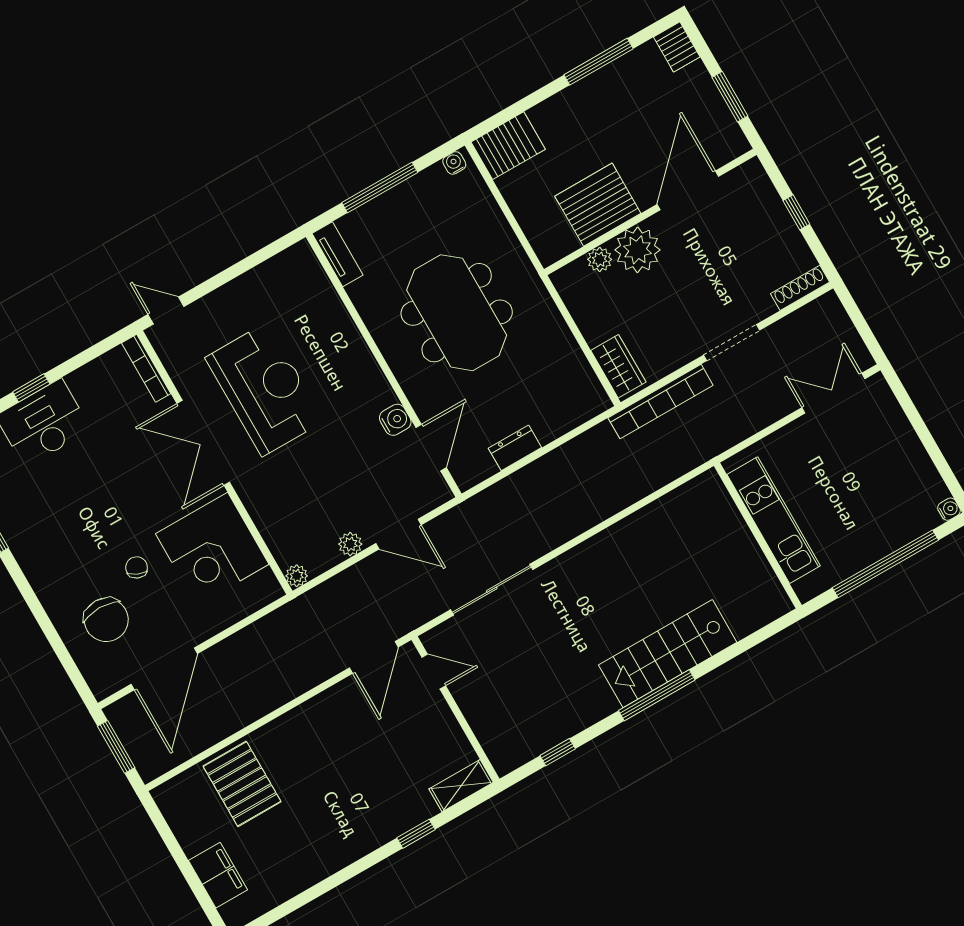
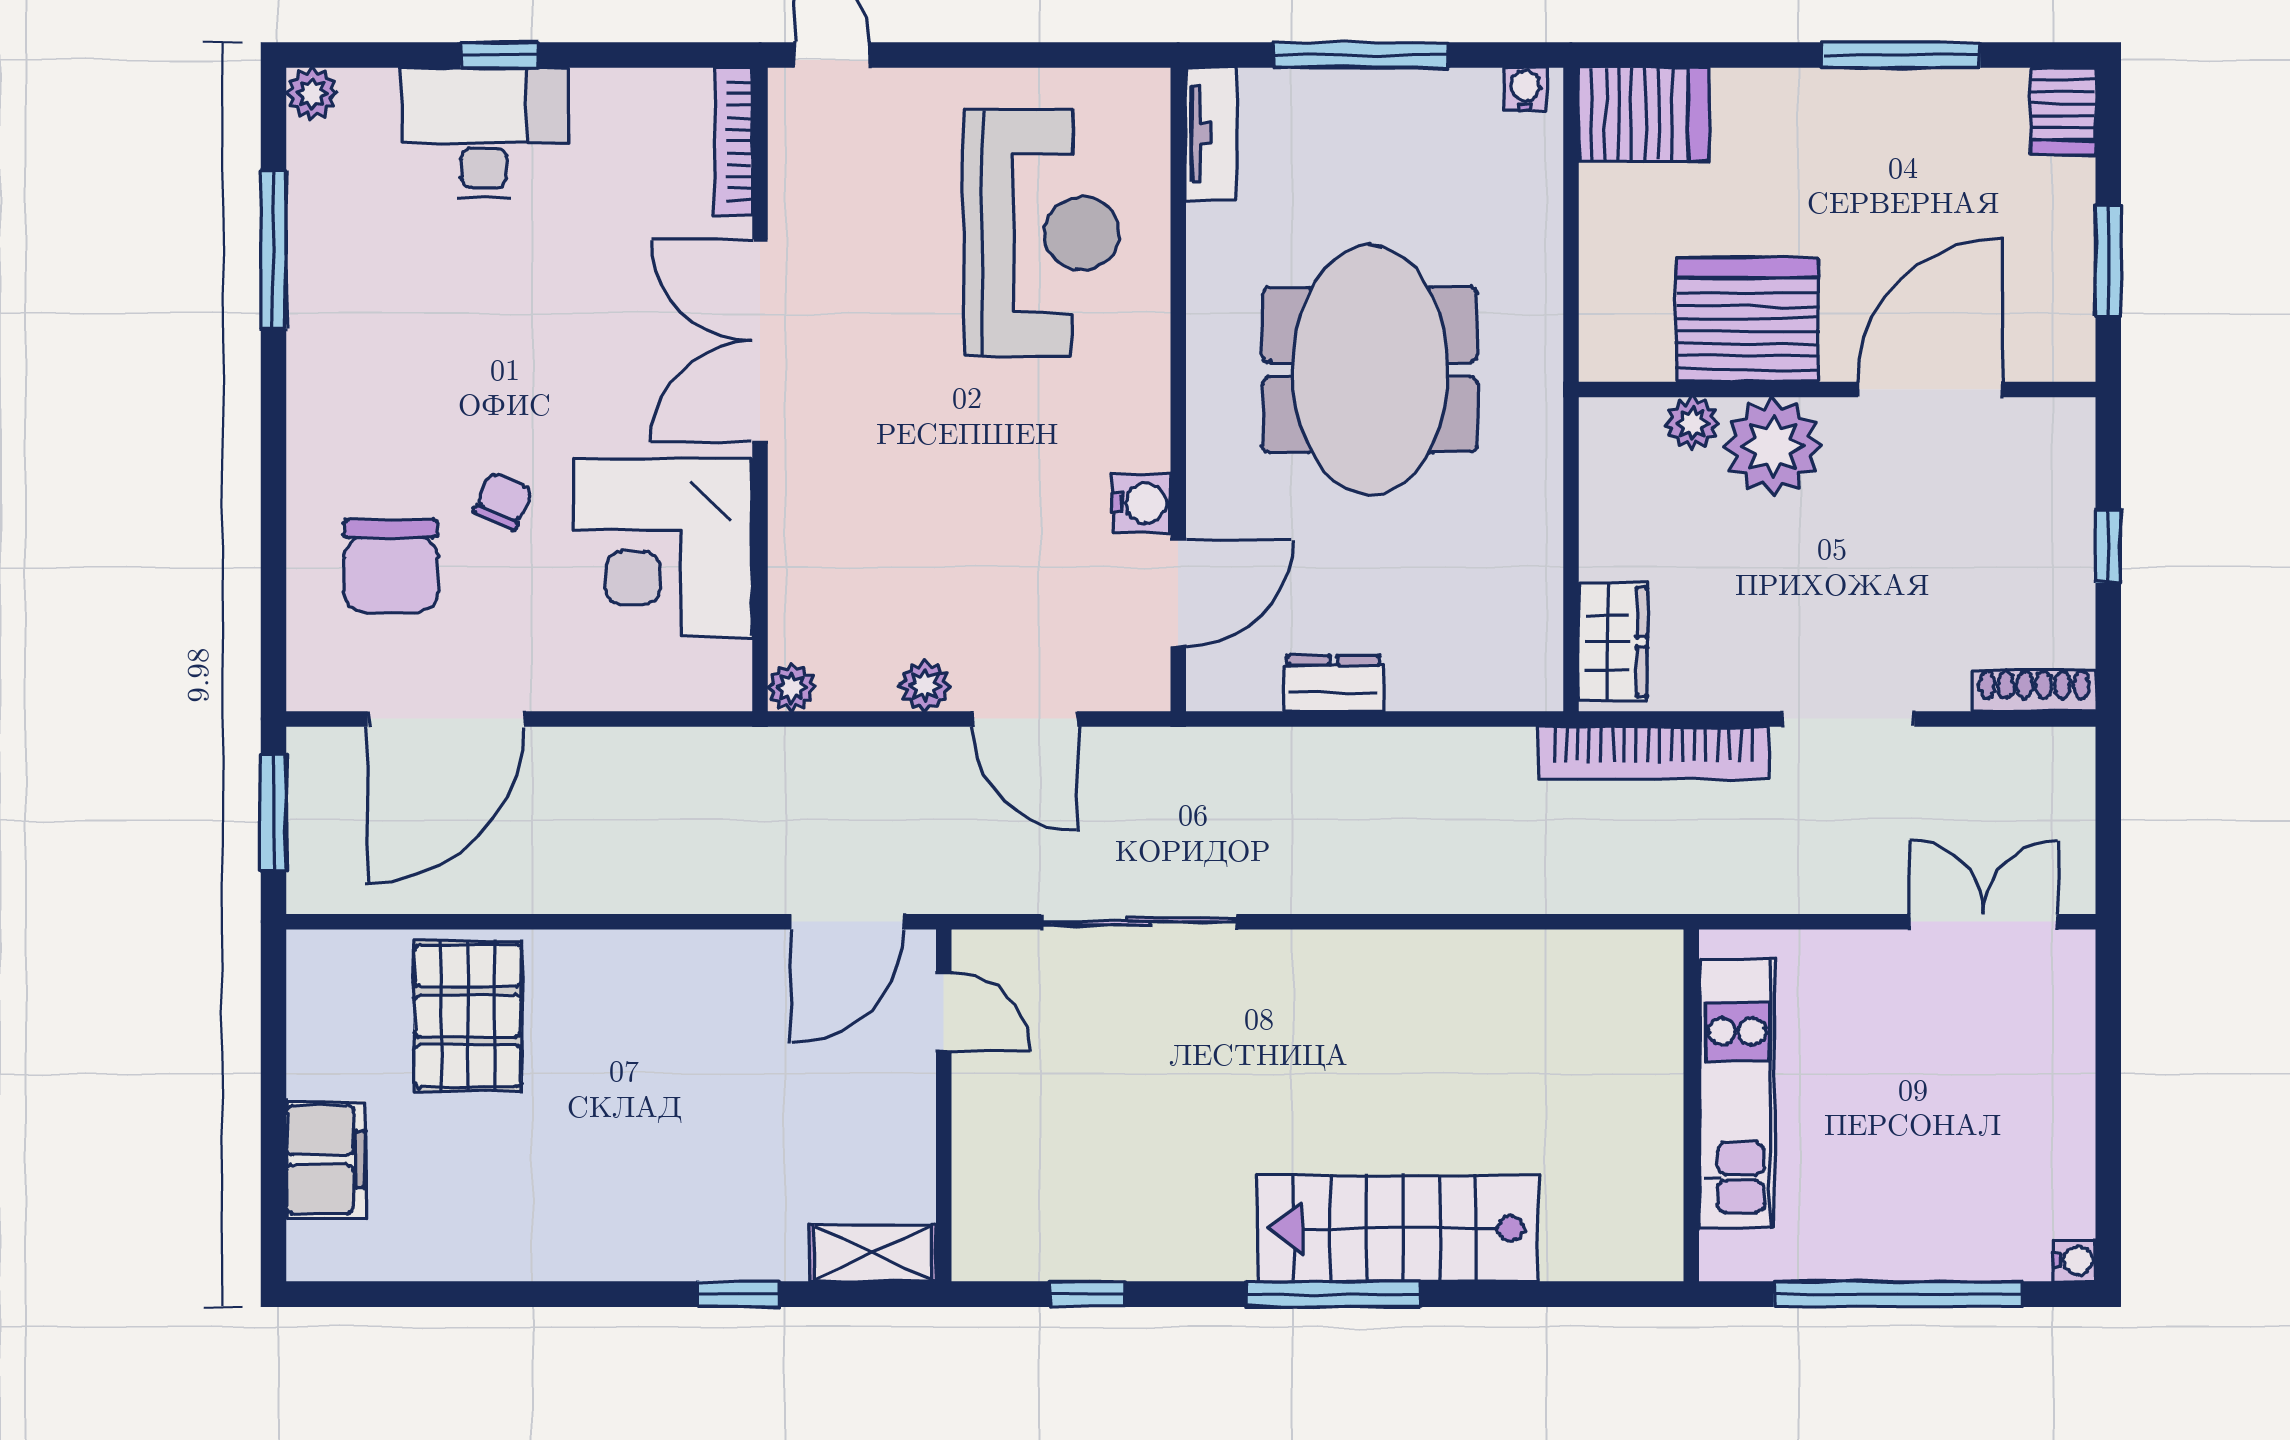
reception desk: (265, 389) -> (1041, 233), moved

